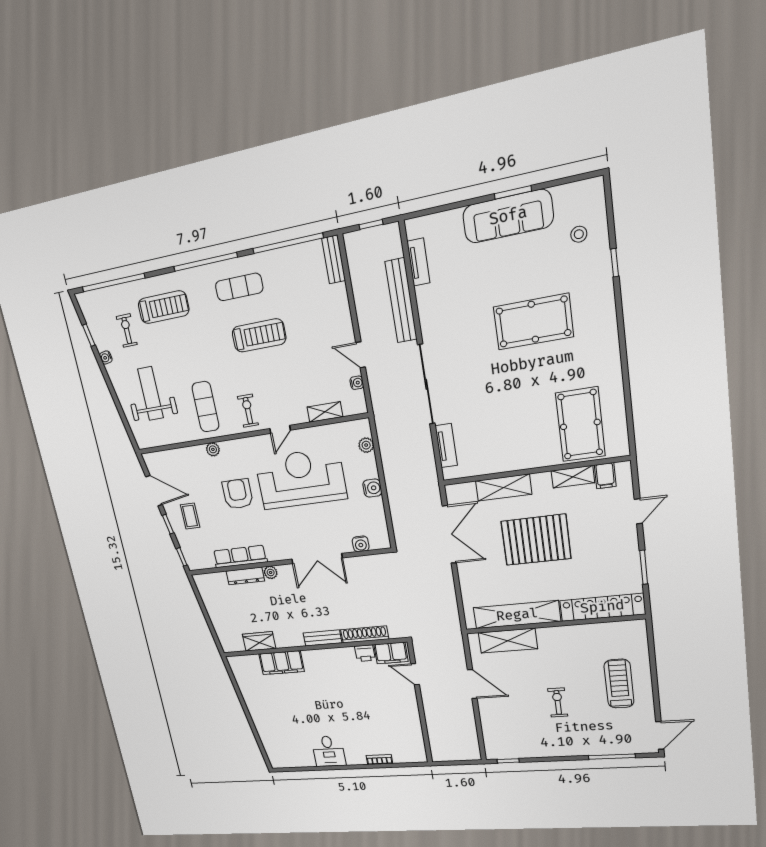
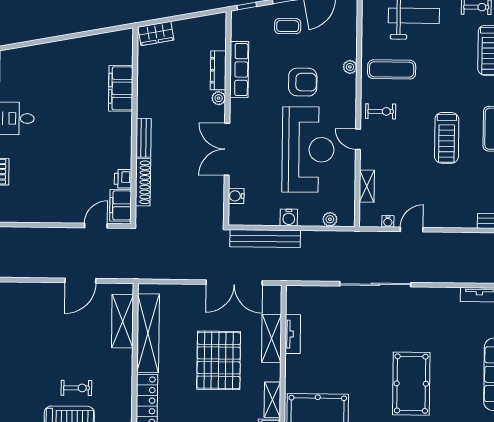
bench: (401, 301) -> (265, 239), moved
tv unit: (446, 446) -> (293, 334), moved, turned -90
wardrobe: (259, 641) -> (156, 33), moved, turned 80
exercise bike: (558, 702) -> (76, 388), moved

